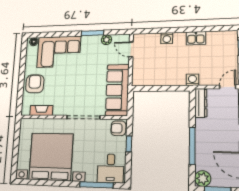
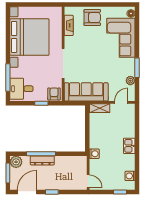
washing machine: (167, 38) -> (130, 176), moved
kitchen sink: (196, 38) -> (129, 146), moved
shelving: (137, 74) -> (100, 108), added
dresser: (201, 103) -> (42, 160), moved

